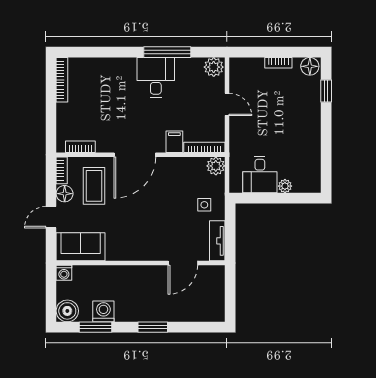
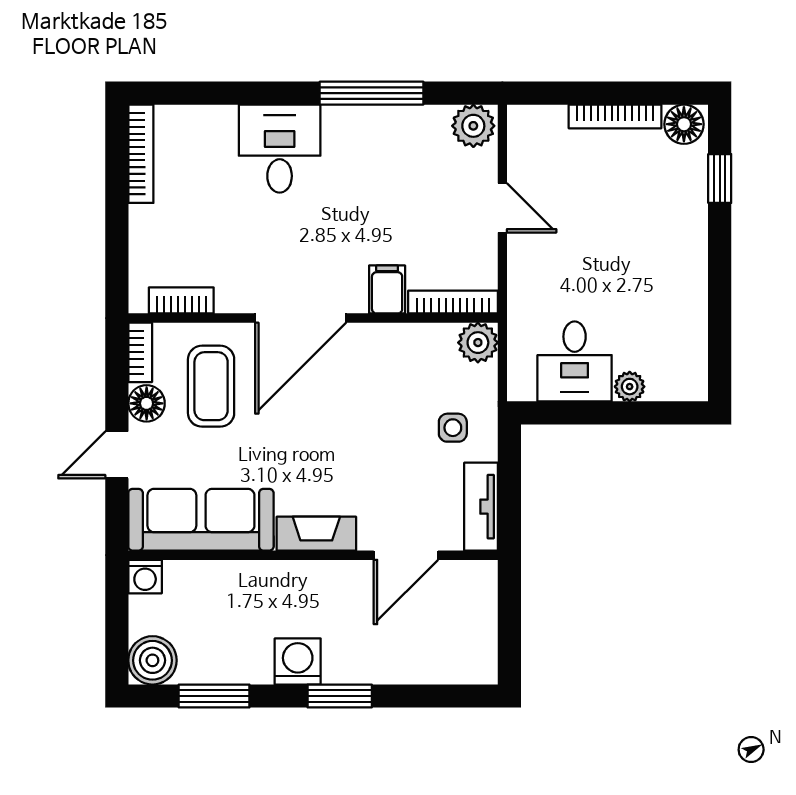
bookcase: (278, 63) -> (615, 116), width x1.56
desk: (156, 77) -> (280, 149), moved
sofa: (81, 247) -> (201, 520), width x1.36
fireplace: (142, 253) -> (316, 534), added
washing machine: (103, 311) -> (298, 662), moved

